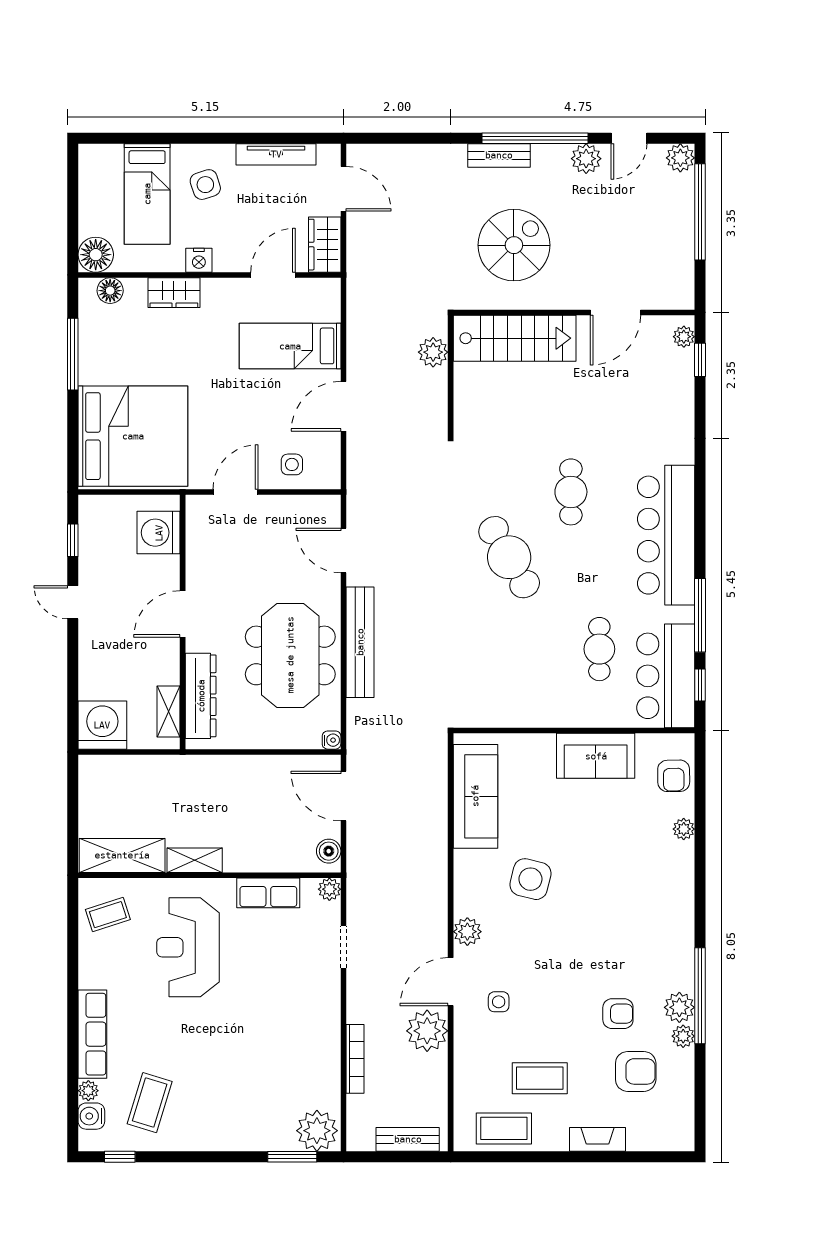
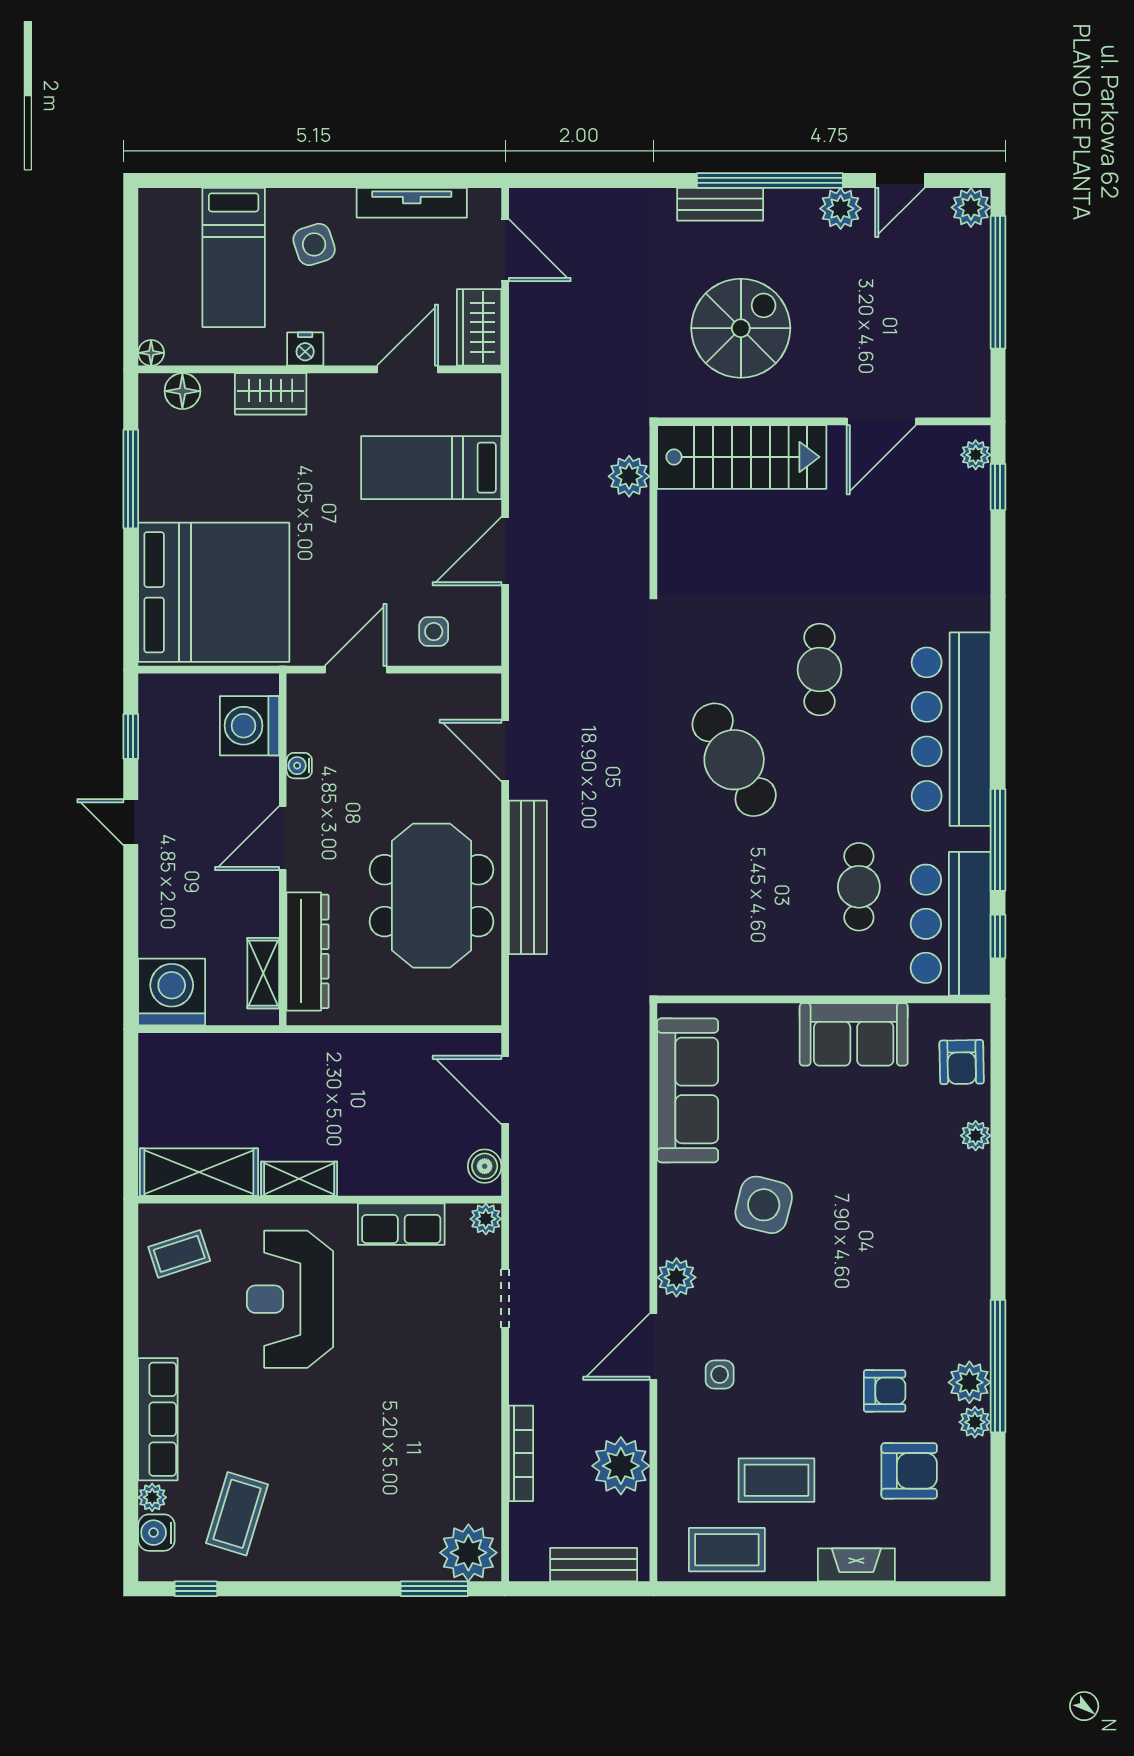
floor lamp: (96, 255) -> (151, 353), width x0.53, depth x0.53
water cooler: (332, 740) -> (299, 766), moved, turned 180
plant: (427, 1031) -> (621, 1466), moved

